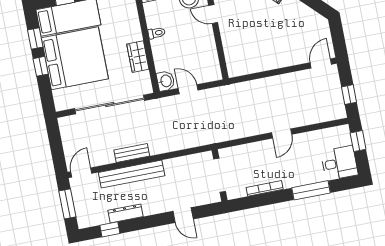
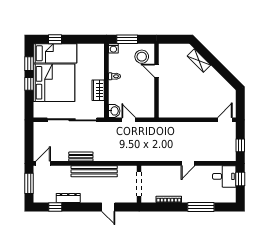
desk: (339, 163) -> (224, 176), moved
bench: (132, 174) -> (94, 171), moved

